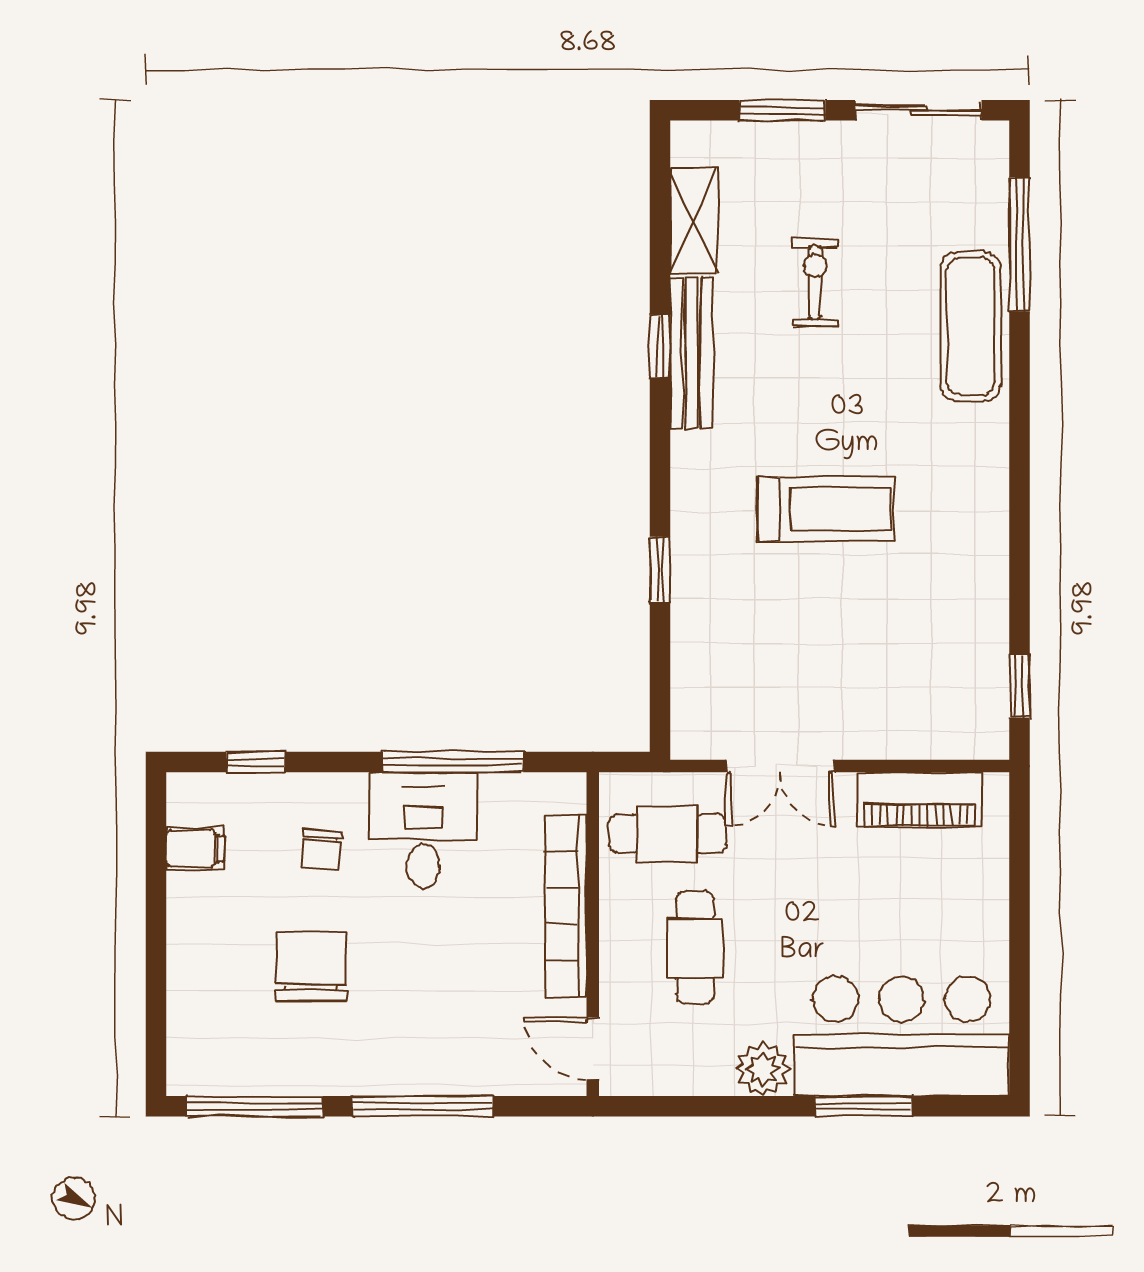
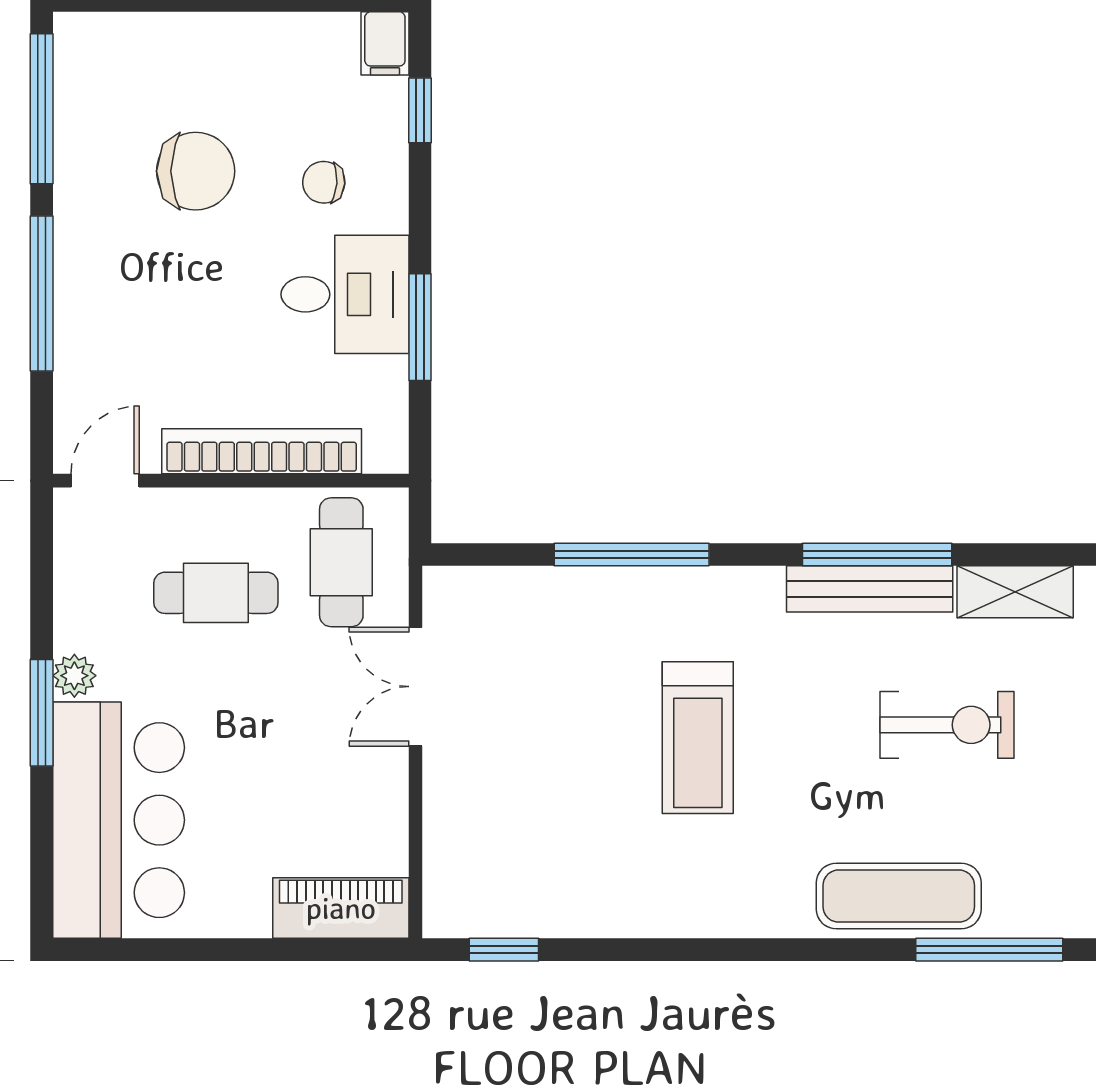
exercise bike: (815, 282) -> (947, 725), width x1.38, depth x1.39
window: (660, 346) -> (877, 555), width x2.17
window: (660, 569) -> (632, 555), width x2.17
window: (453, 762) -> (420, 327), width x0.69
piano: (920, 800) -> (341, 908), moved, turned 90
filing cabinet: (195, 849) -> (385, 43), moved
plant: (763, 1069) -> (74, 676), width x0.73, depth x0.73
window: (864, 1106) -> (42, 713), moved

